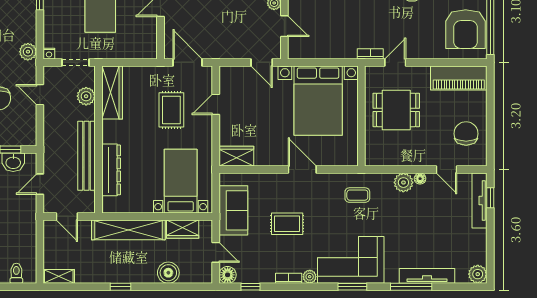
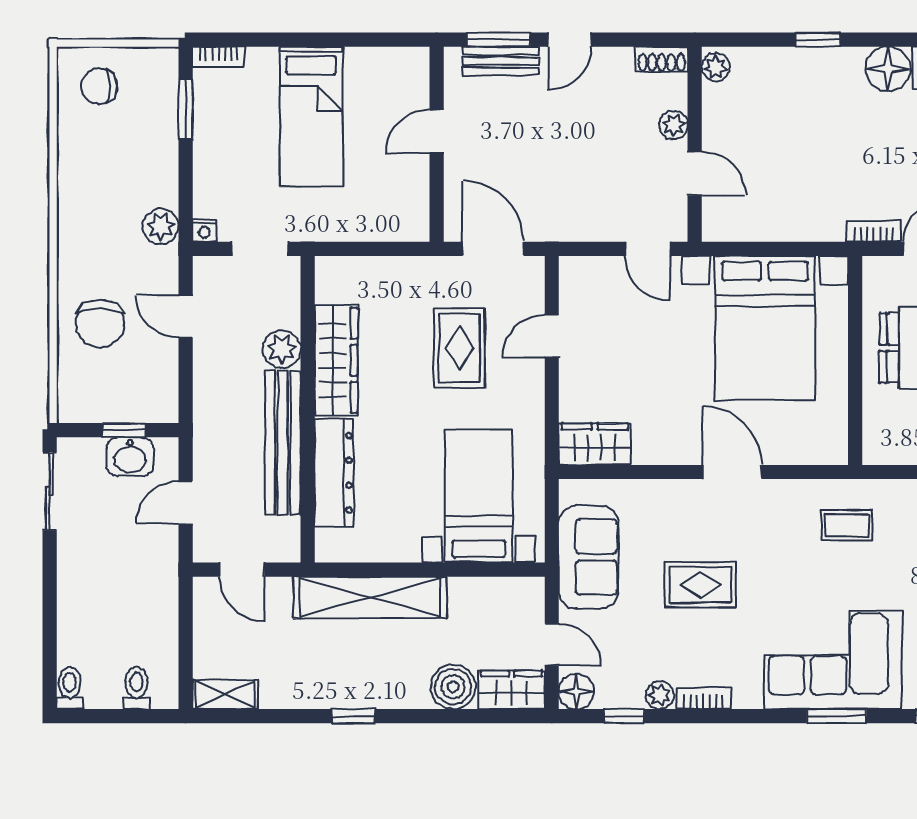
wardrobe: (112, 92) -> (336, 360), moved
plant: (86, 96) -> (282, 349), moved
wardrobe: (183, 229) -> (511, 690), moved, turned 180
plant: (310, 277) -> (660, 695), moved

